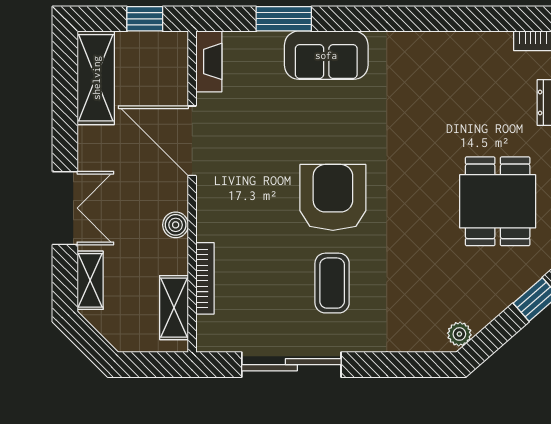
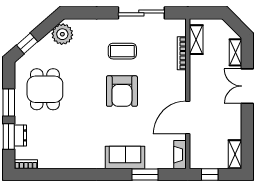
shelving: (96, 78) -> (235, 154), width x0.67, depth x0.75
door: (192, 141) -> (188, 118), swing flipped
boiler: (176, 225) -> (195, 78), removed
coffee table: (332, 283) -> (122, 51), turned 90
plant: (459, 334) -> (62, 34), width x1.88, depth x1.88

